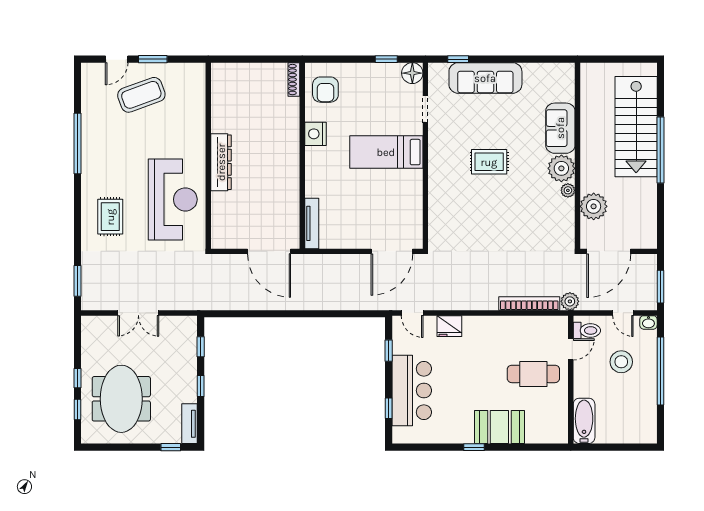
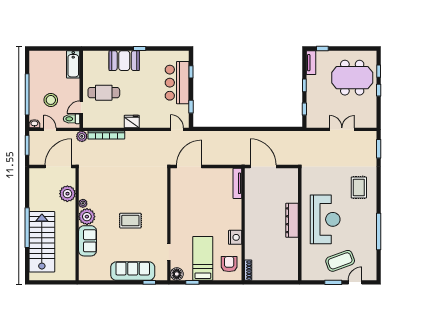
bed: (386, 152) -> (203, 258), moved, turned -90
reception desk: (173, 199) -> (325, 219), moved, turned 180
fridge: (449, 326) -> (132, 121), moved
meeting table: (121, 399) -> (352, 78), turned 90

